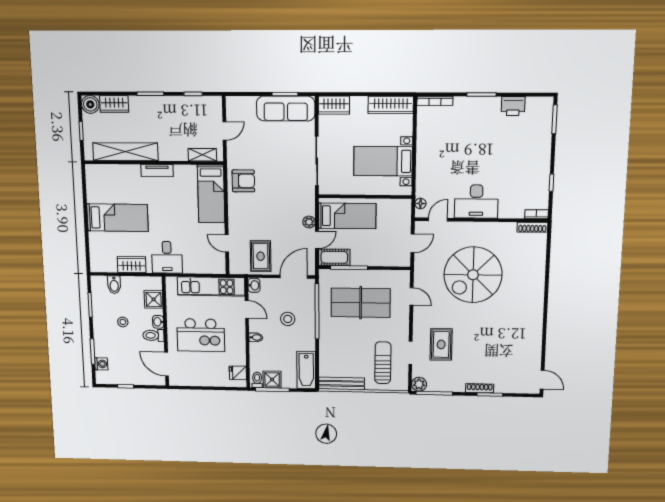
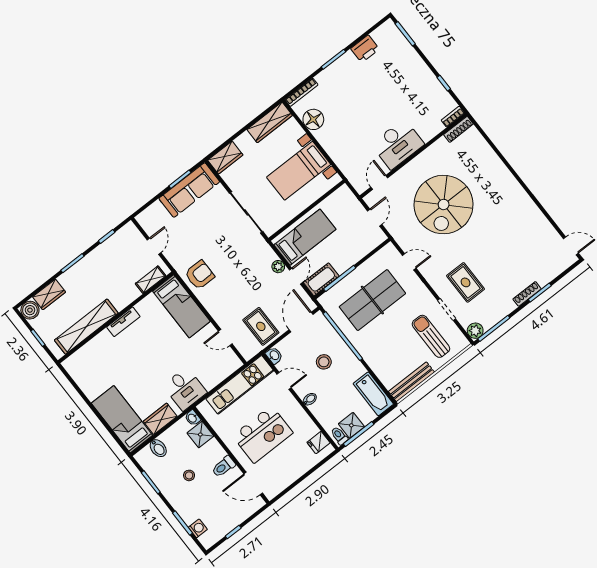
floor lamp: (420, 204) -> (313, 119), moved, width x1.89, depth x1.89
bed: (117, 218) -> (122, 419), moved, turned -90
washbasin: (158, 322) -> (192, 418), moved

